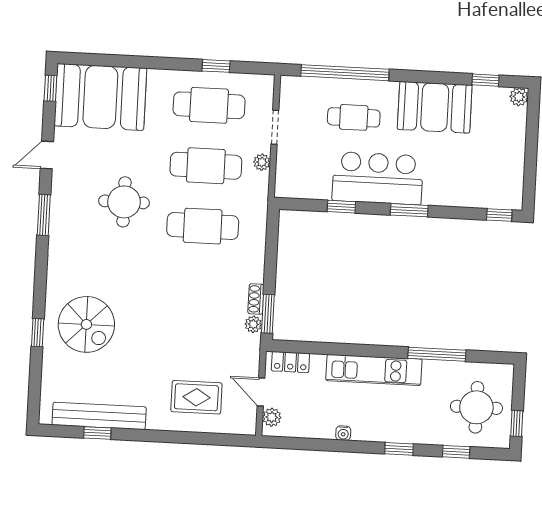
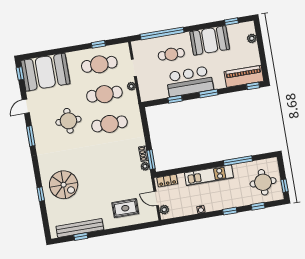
plant: (519, 97) -> (252, 38), moved
piano: (486, 192) -> (244, 76), added

